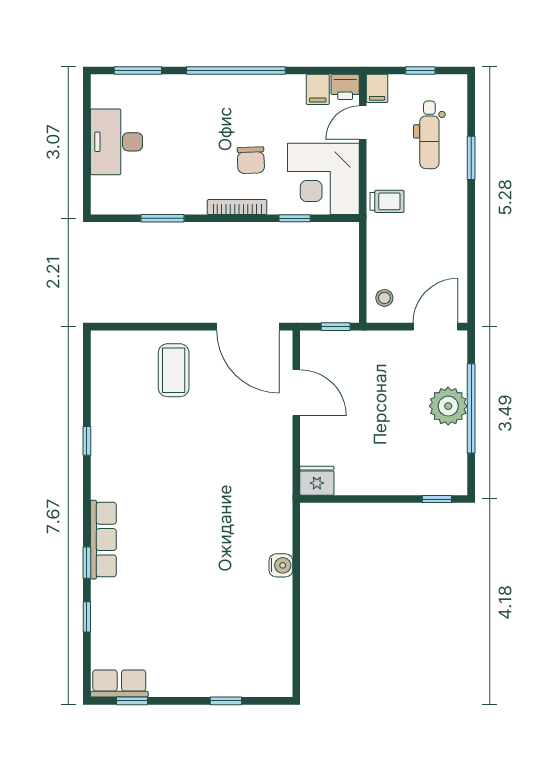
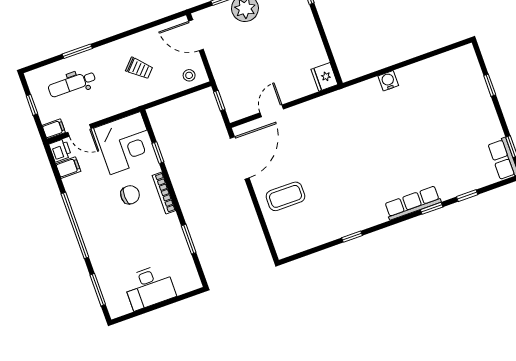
dental chair: (429, 135) -> (72, 84), turned 180
trolley: (387, 201) -> (139, 68), moved, turned 133
door: (296, 393) -> (272, 111), width x0.73

